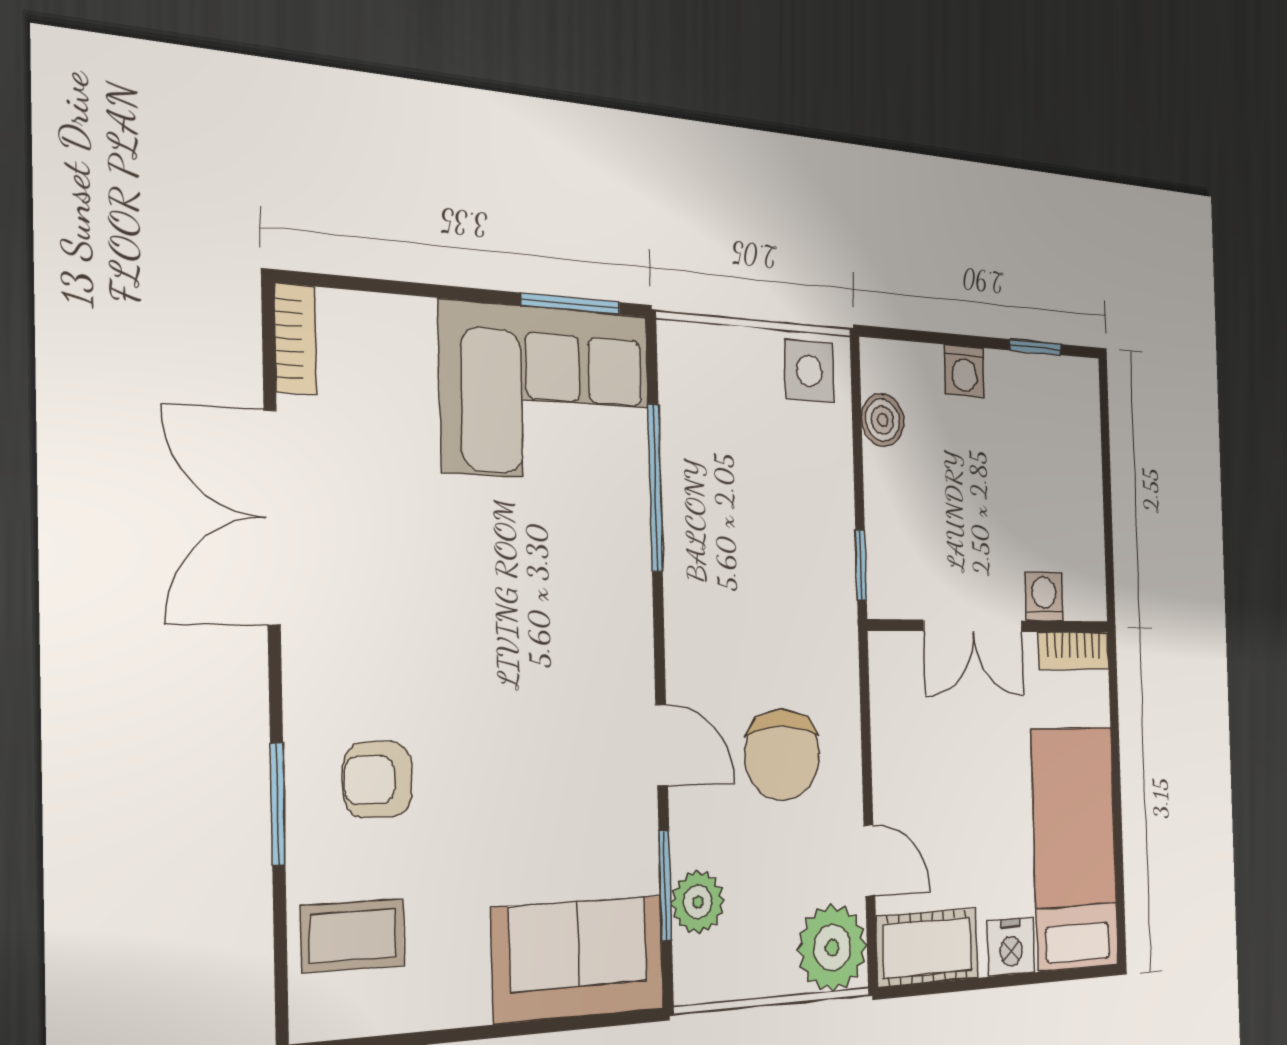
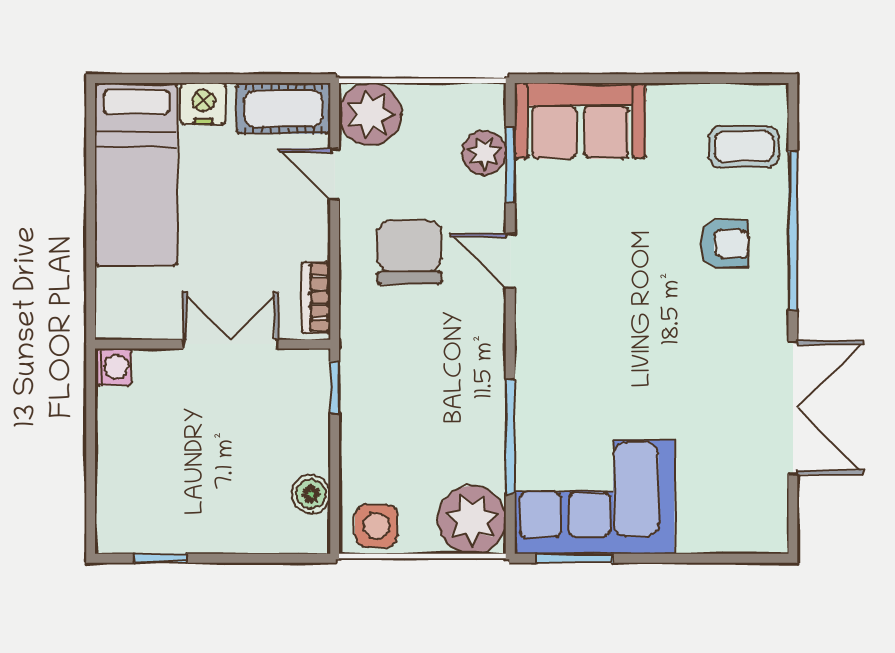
bookcase: (295, 339) -> (775, 520), removed
plant: (699, 370) -> (472, 520), added
washing machine: (964, 371) -> (232, 535), removed
washing machine: (1044, 597) -> (113, 367), moved, turned -90
bookcase: (1074, 651) -> (316, 298), moved, turned -90
window: (278, 804) -> (793, 231), width x2.11

